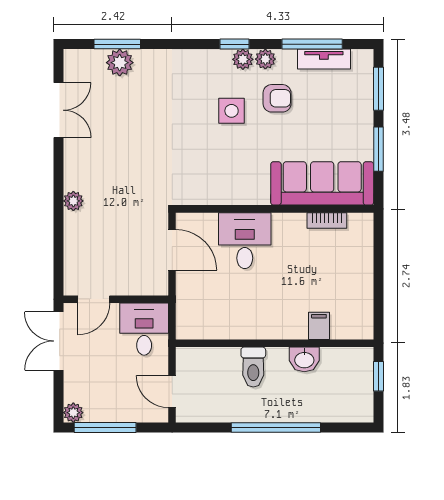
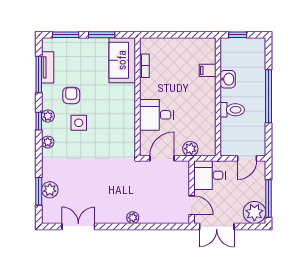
plant: (265, 59) -> (48, 142), moved
sofa: (322, 183) -> (122, 60), width x0.73
plant: (188, 297) -> (190, 149), added
plant: (73, 413) -> (254, 212), width x1.88, depth x1.88

